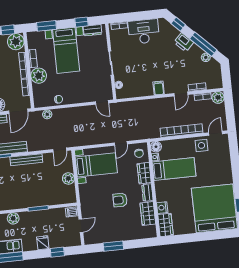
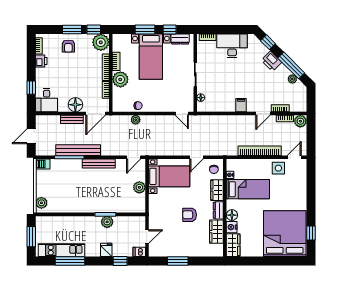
window: (47, 26) -> (145, 30), moved
plant: (47, 114) -> (136, 120), moved
floor lamp: (156, 147) -> (232, 215), moved
dishwasher: (72, 212) -> (139, 252), moved
plant: (13, 218) -> (107, 222), moved

